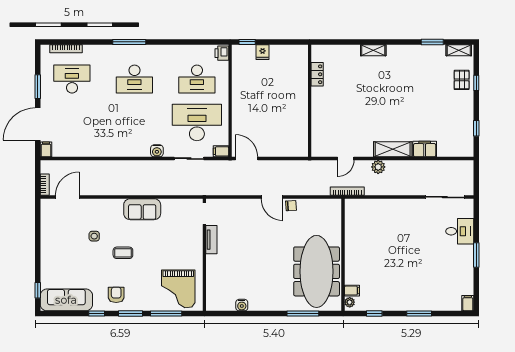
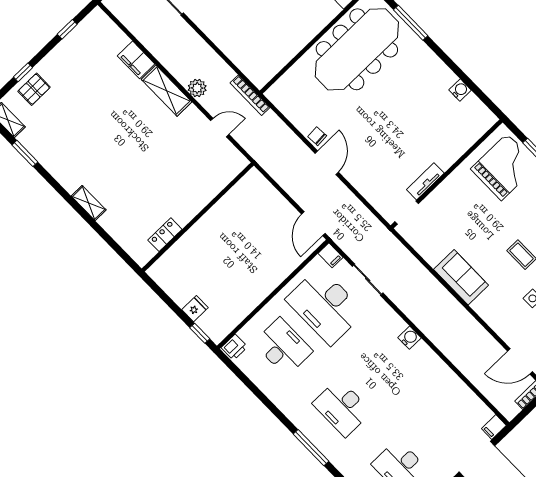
desk: (134, 79) -> (342, 408), turned 180
water cooler: (157, 151) -> (410, 338), moved

